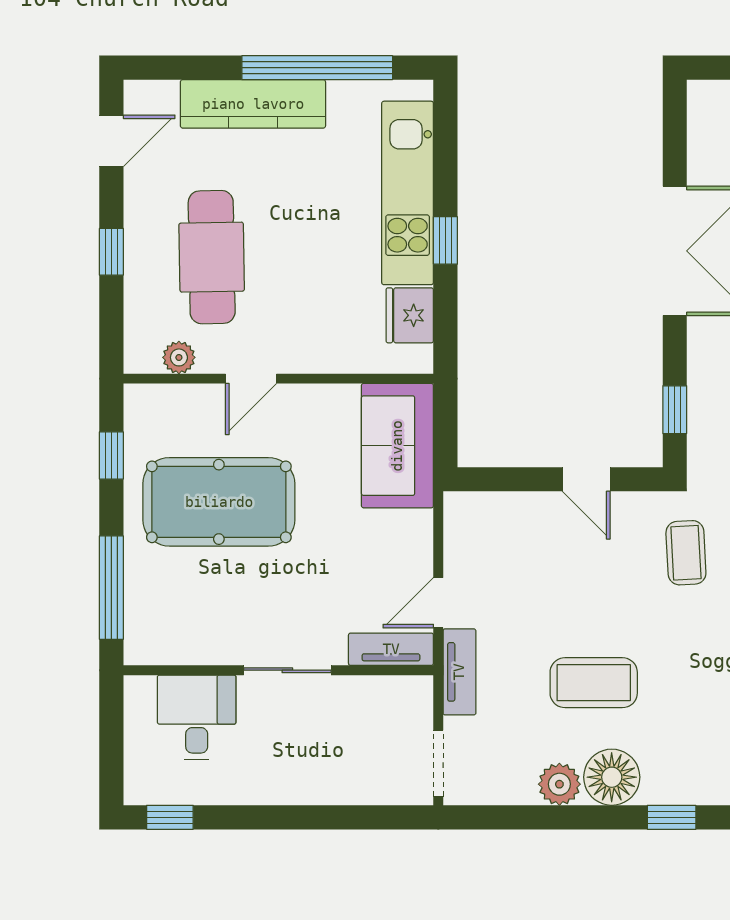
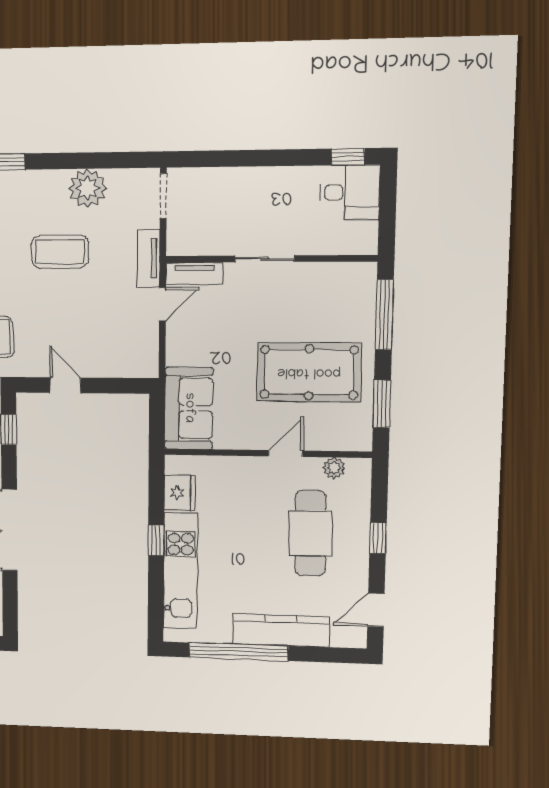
window: (111, 455) -> (382, 404), width x1.50
desk: (197, 717) -> (350, 192), moved, turned -90
floor lamp: (612, 777) -> (48, 188), removed
plant: (559, 784) -> (88, 188), width x1.36, depth x1.36

